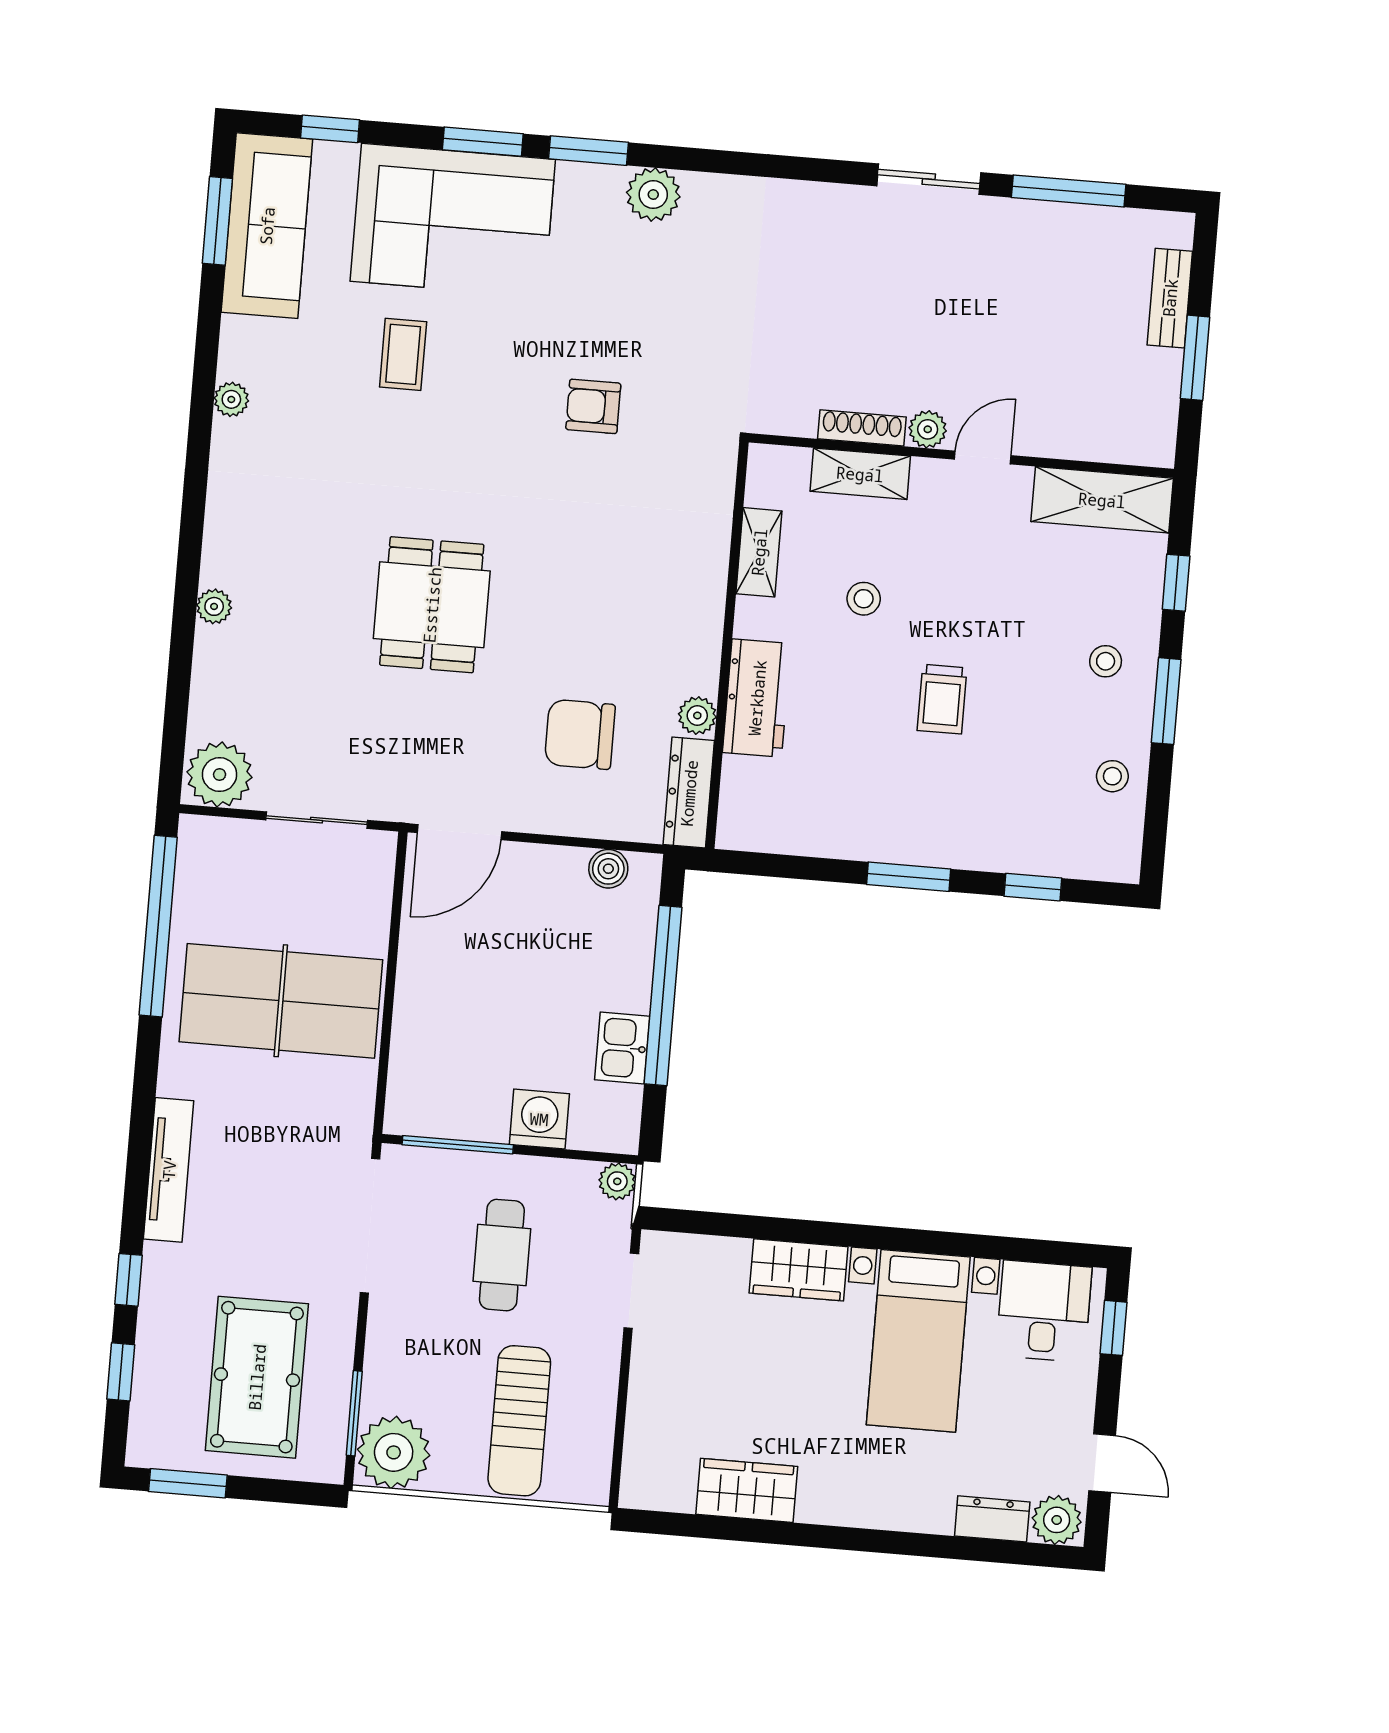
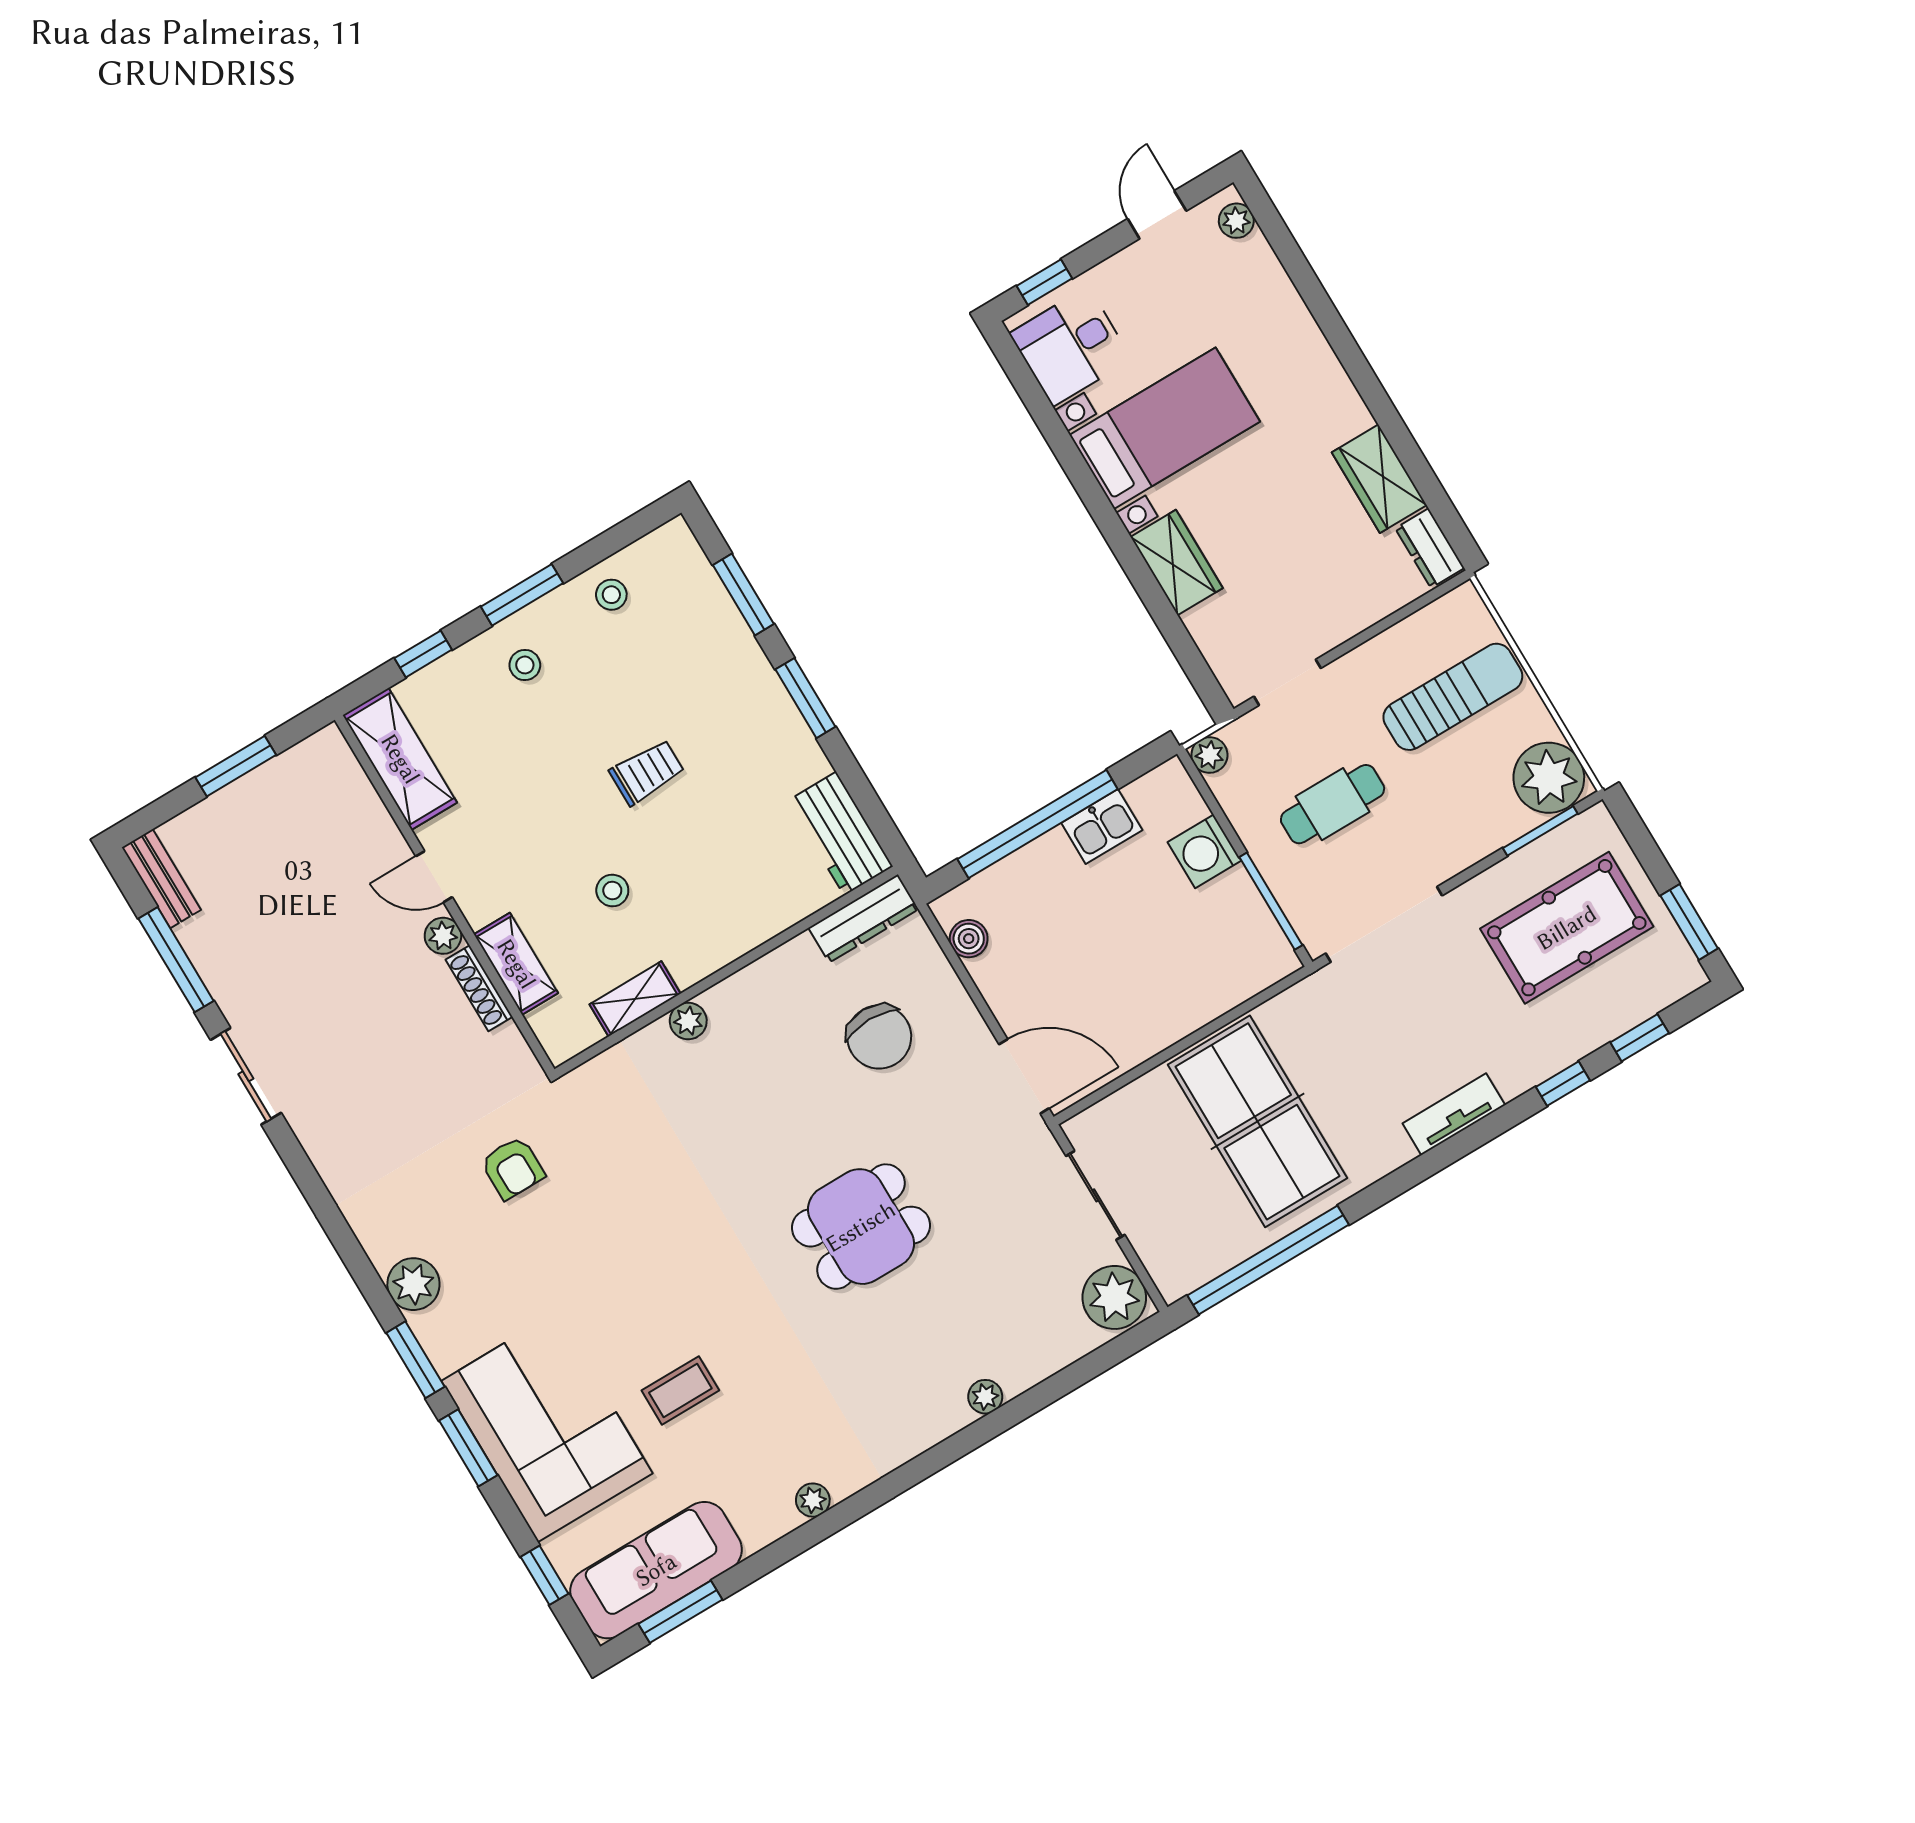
bench: (1170, 298) -> (161, 879), moved, turned 90
armchair: (593, 406) -> (513, 1168), moved
workbench: (757, 698) -> (840, 834), moved, turned -90
plant: (697, 716) -> (688, 1021), moved
window: (1033, 887) -> (743, 595), width x1.50
tv unit: (169, 1170) -> (1454, 1114), width x0.71
dresser: (992, 1519) -> (1430, 548), moved
plant: (1057, 1520) -> (1236, 221), width x0.73, depth x0.73

